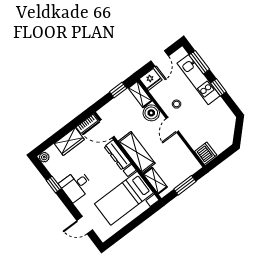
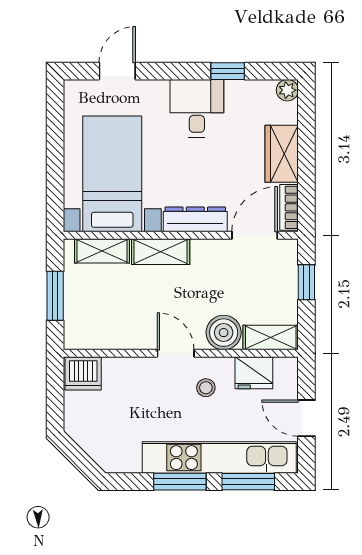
fridge: (151, 79) -> (254, 373), moved, turned -90
kitchen unit: (199, 80) -> (219, 458), width x1.36
window: (218, 87) -> (180, 482), width x1.50
window: (118, 90) -> (306, 282), moved
shelving: (137, 152) -> (161, 252), width x0.67, depth x0.75

